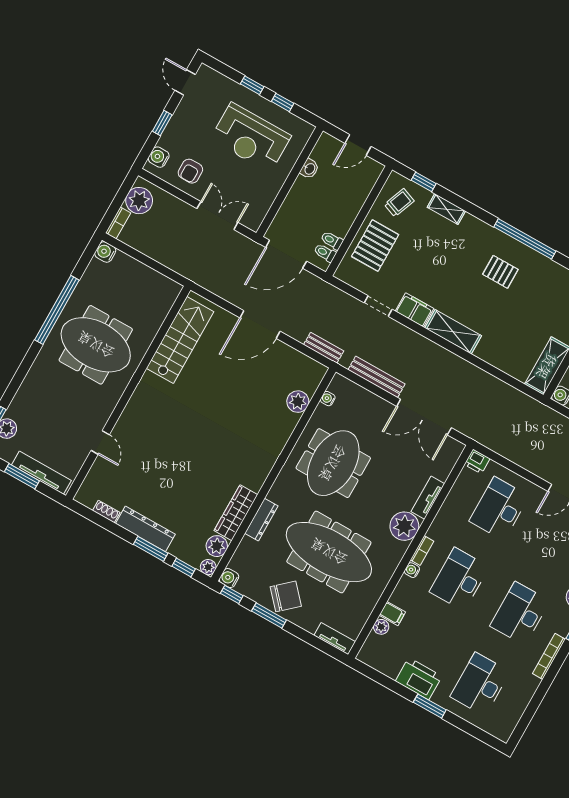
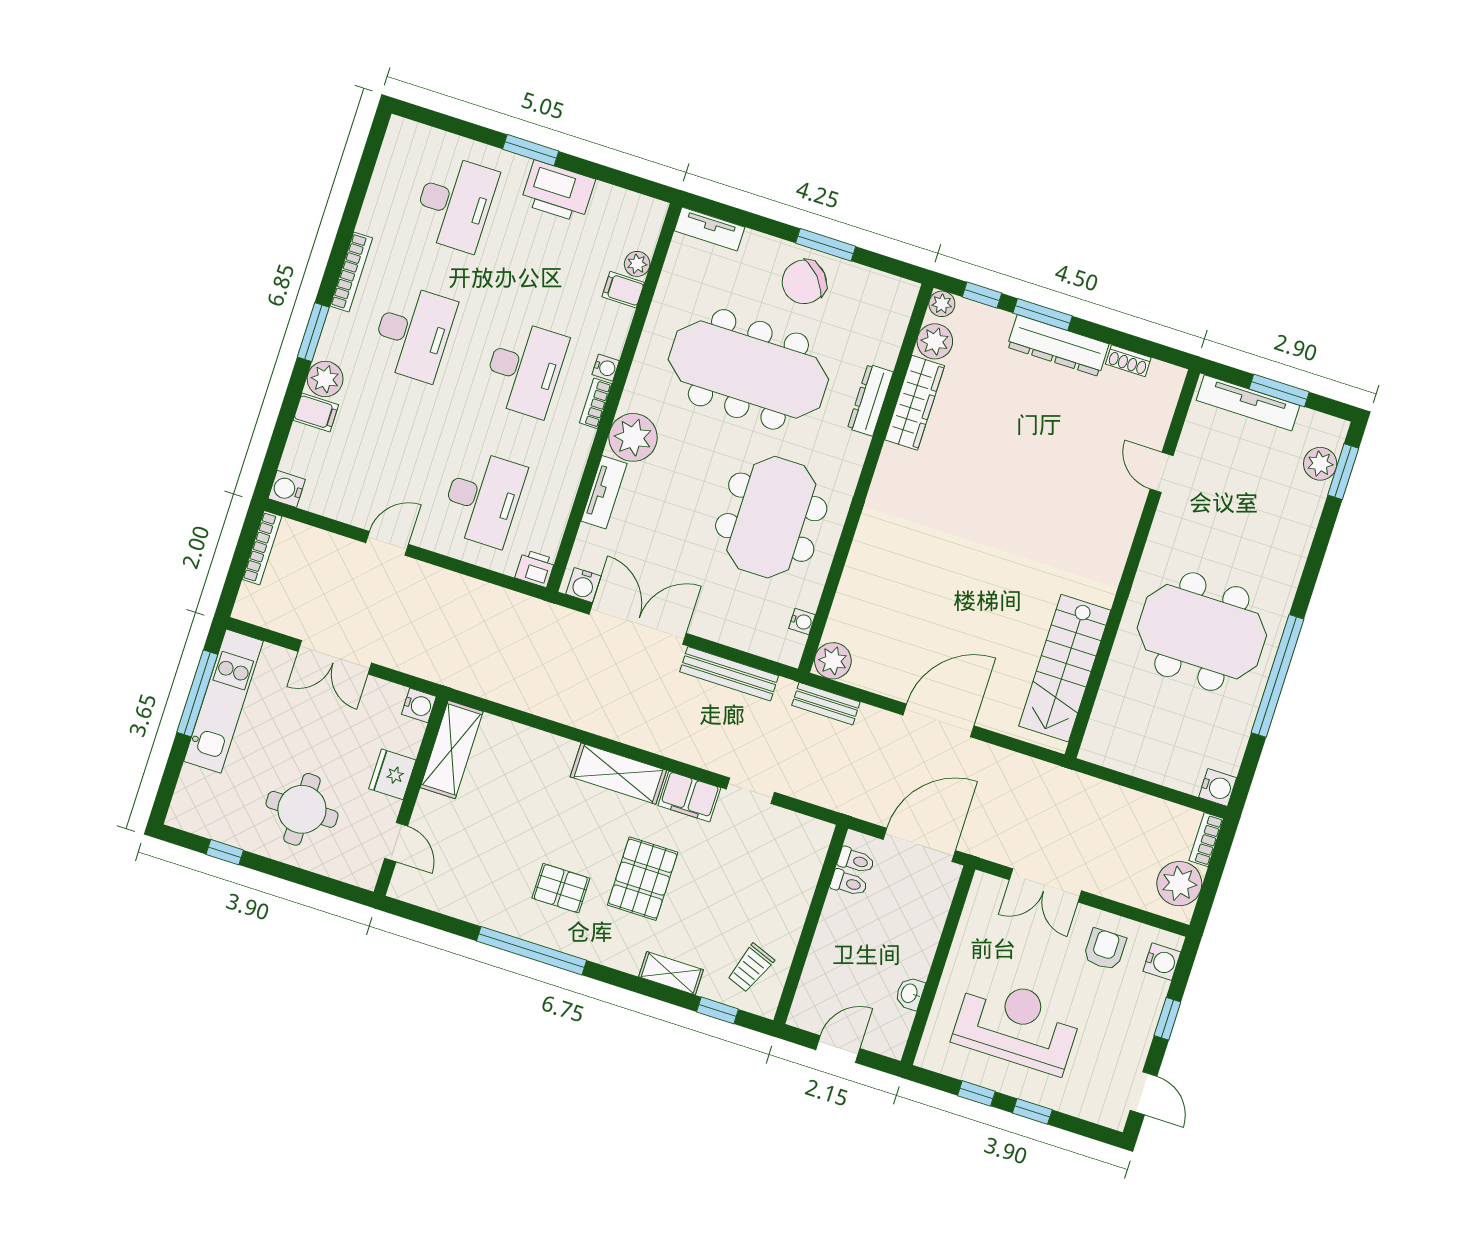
pallet: (375, 246) -> (643, 879), moved
plant: (298, 402) -> (833, 661), moved
water cooler: (229, 578) -> (583, 585), moved, turned 90
window: (232, 595) -> (894, 267), removed

